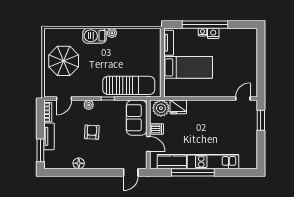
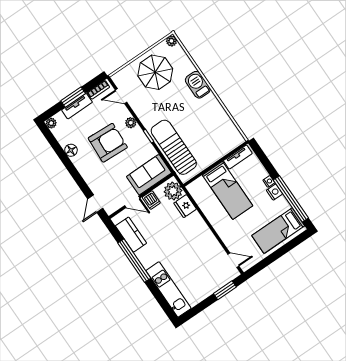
window: (205, 25) -> (291, 199), moved
plant: (112, 33) -> (171, 41), moved
bed: (244, 50) -> (278, 231), added
sun lounger: (129, 85) -> (174, 147), turned 180
armchair: (92, 132) -> (108, 143), width x1.88, depth x1.88
door: (148, 144) -> (132, 202), hinge flipped
window: (40, 150) -> (73, 97), moved
kitchen unit: (213, 162) -> (169, 289), moved
plant: (49, 164) -> (51, 123), added
door: (131, 172) -> (95, 204), hinge flipped

